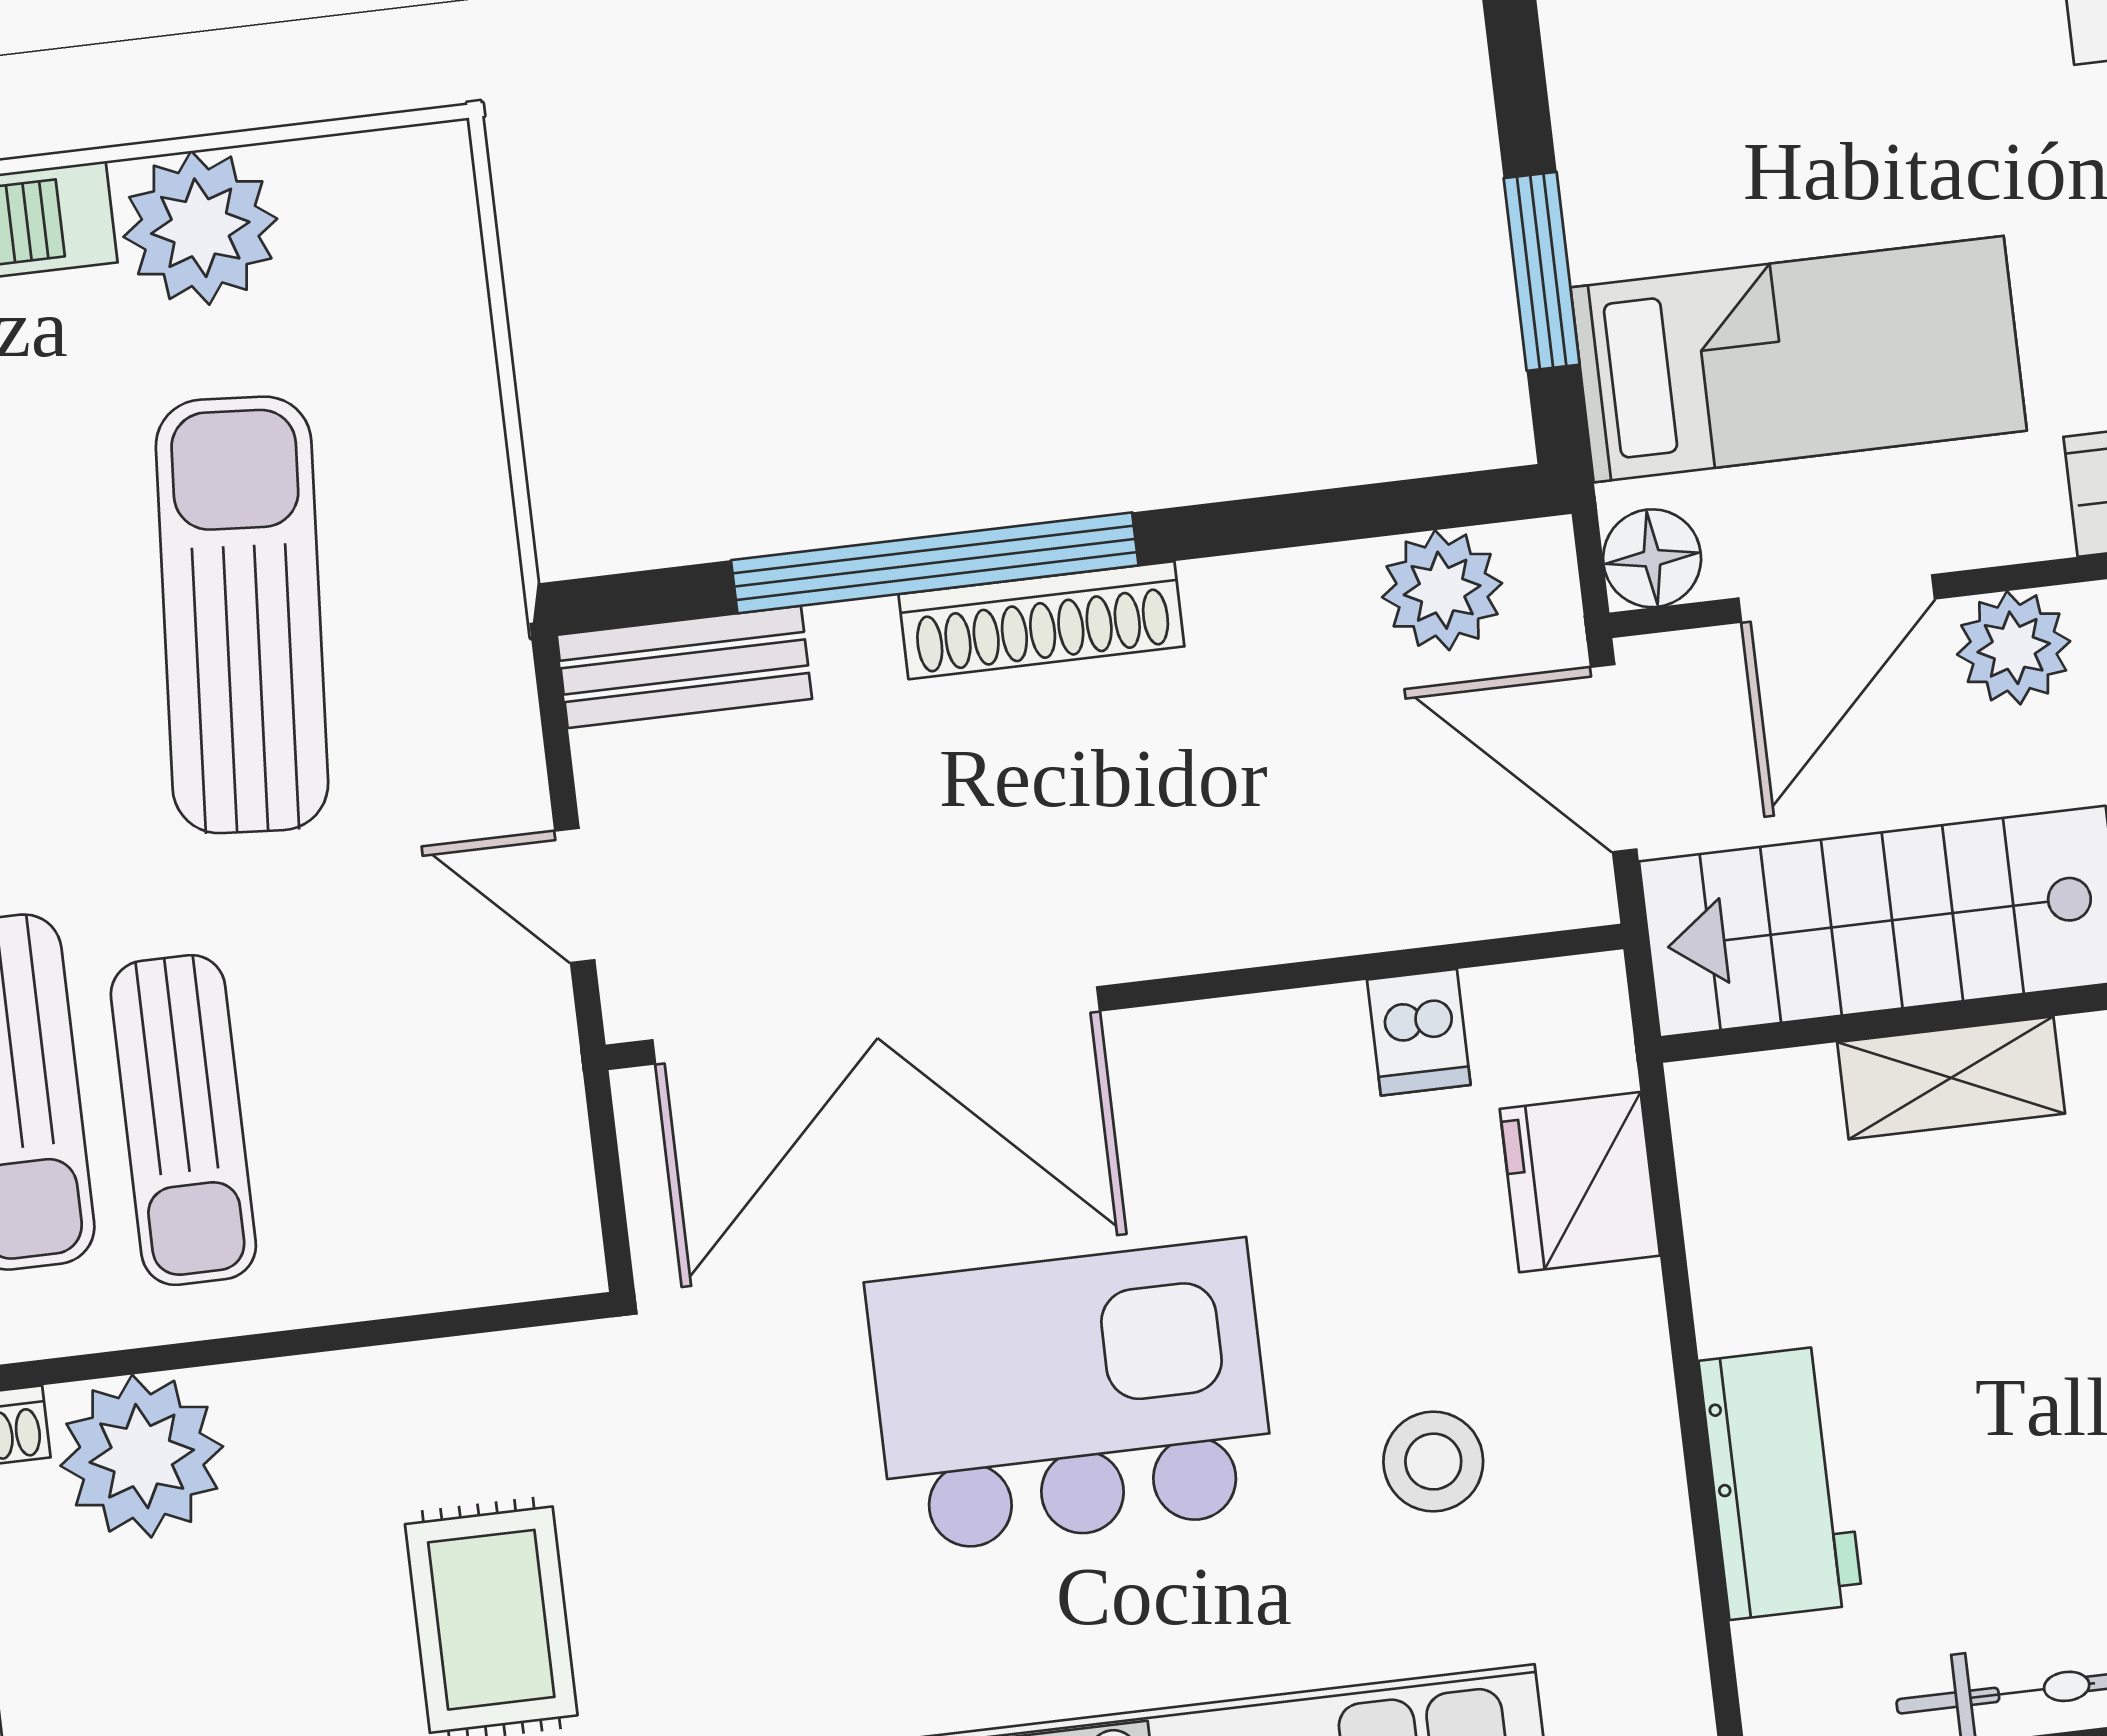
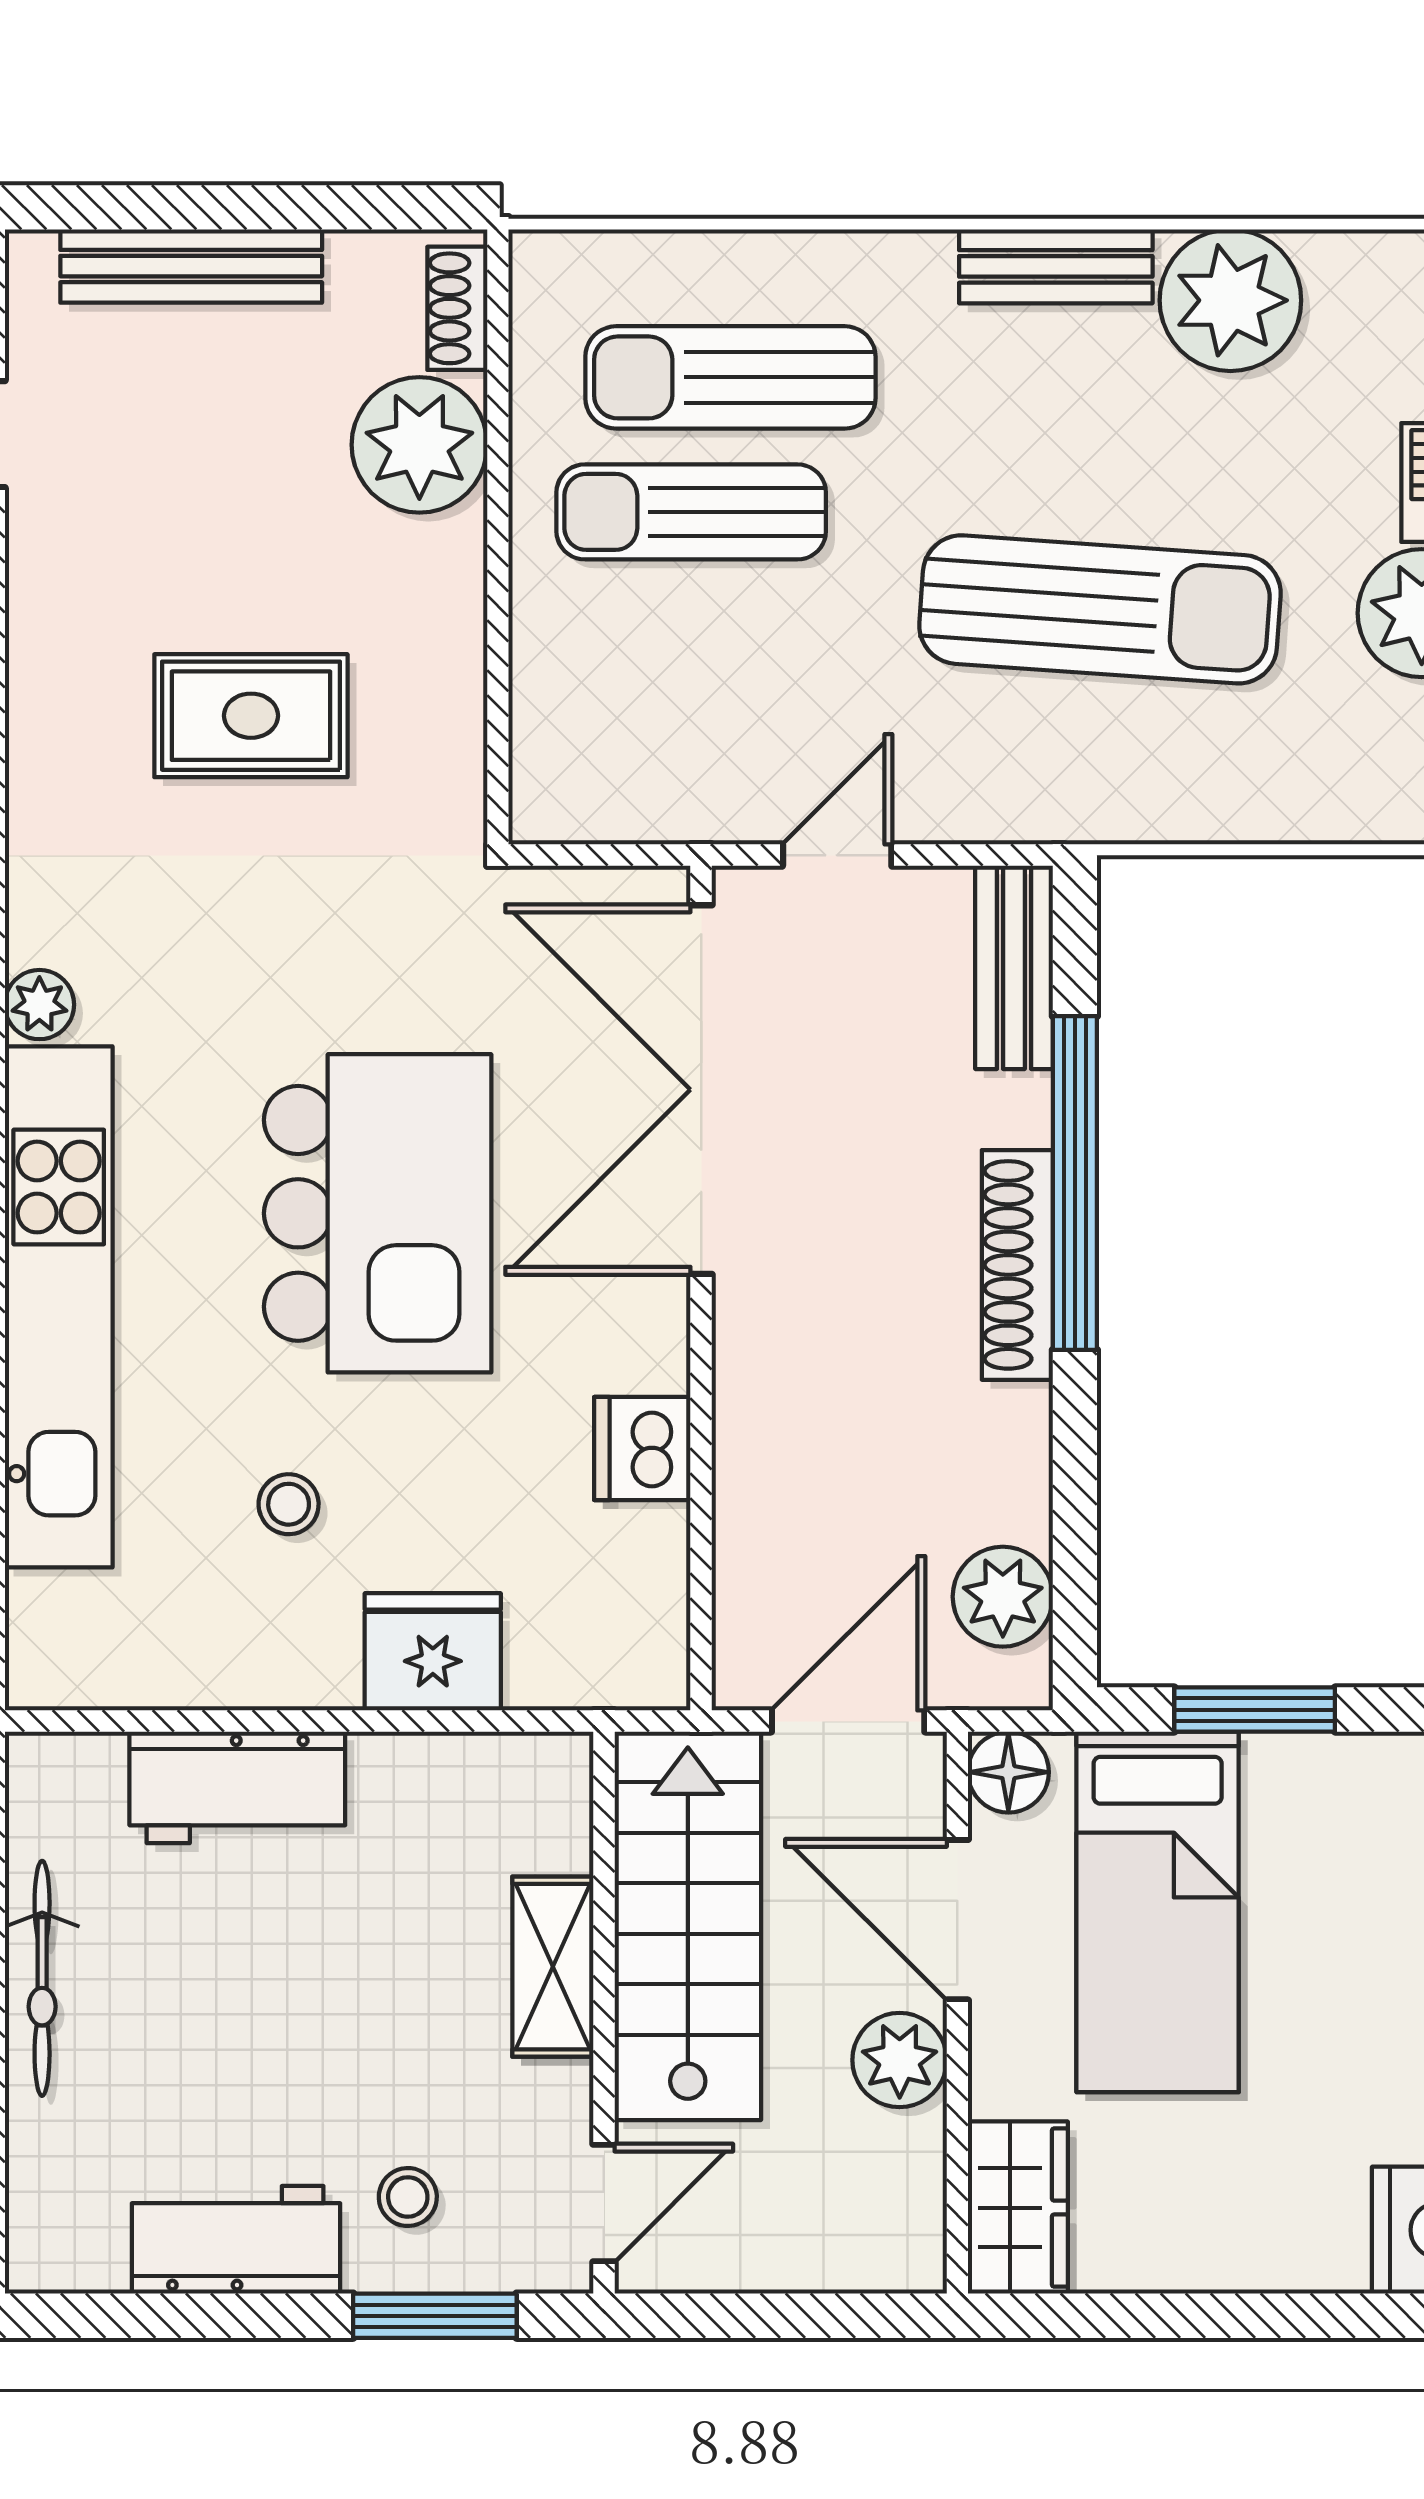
dishwasher: (1419, 1032) -> (642, 1448), moved, width x1.38
fridge: (1580, 1182) -> (433, 1652), moved
stool: (1433, 1462) -> (289, 1504), width x0.73, depth x0.73

